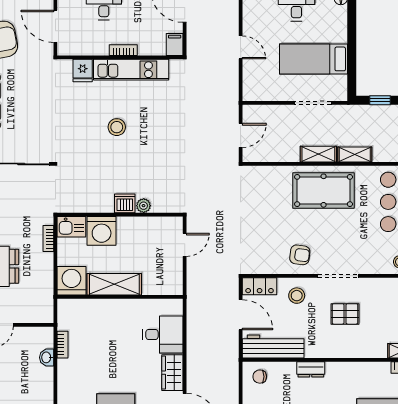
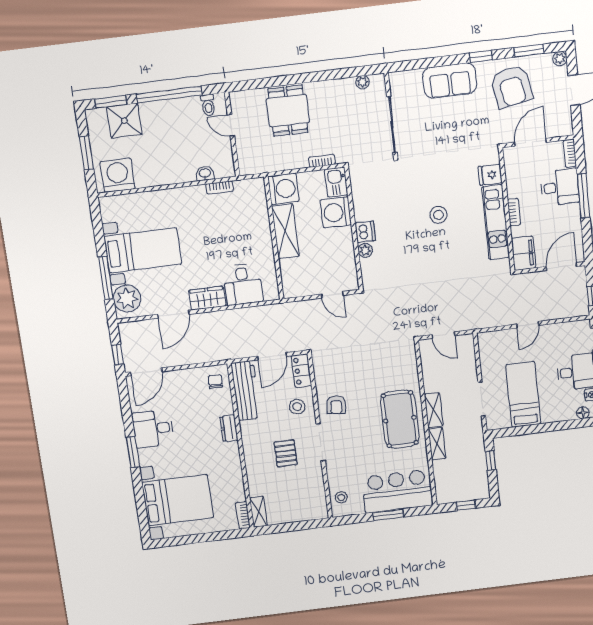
filing cabinet: (175, 44) -> (523, 253), width x2.00

